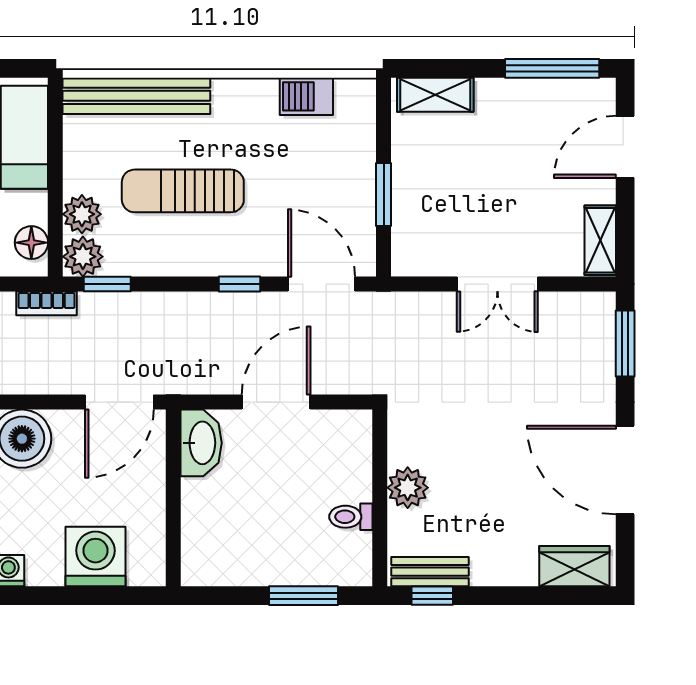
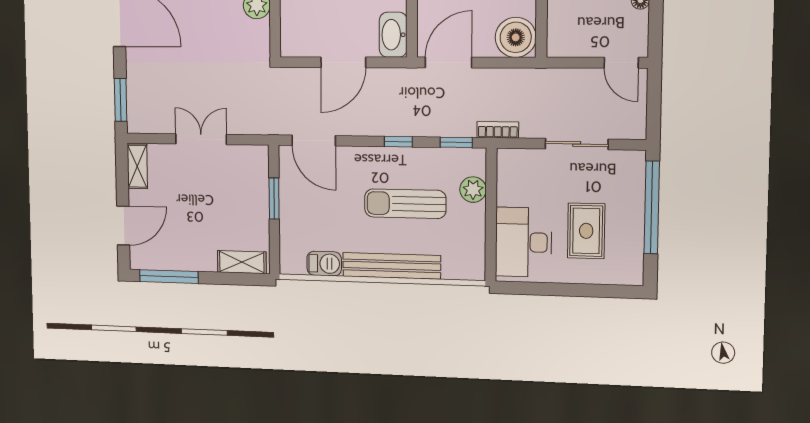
bench: (136, 96) -> (392, 266), moved
sun lounger: (183, 191) -> (405, 204), turned 180
floor lamp: (31, 243) -> (508, 171), removed
plant: (83, 257) -> (473, 161), removed
window: (239, 284) -> (398, 142), moved

